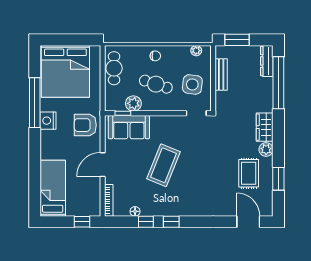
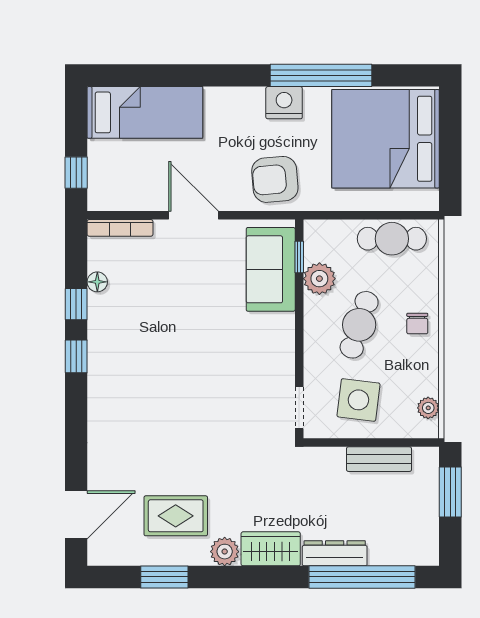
dresser: (267, 61) -> (335, 553), moved
armchair: (85, 125) -> (275, 179), turned -95
coffee table: (164, 165) -> (192, 341), removed

